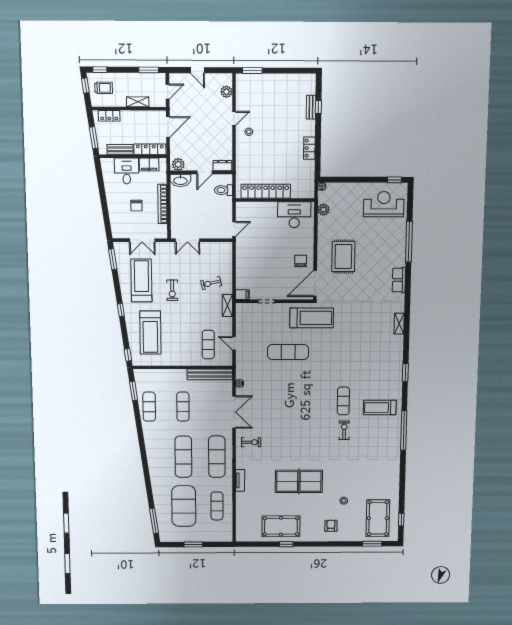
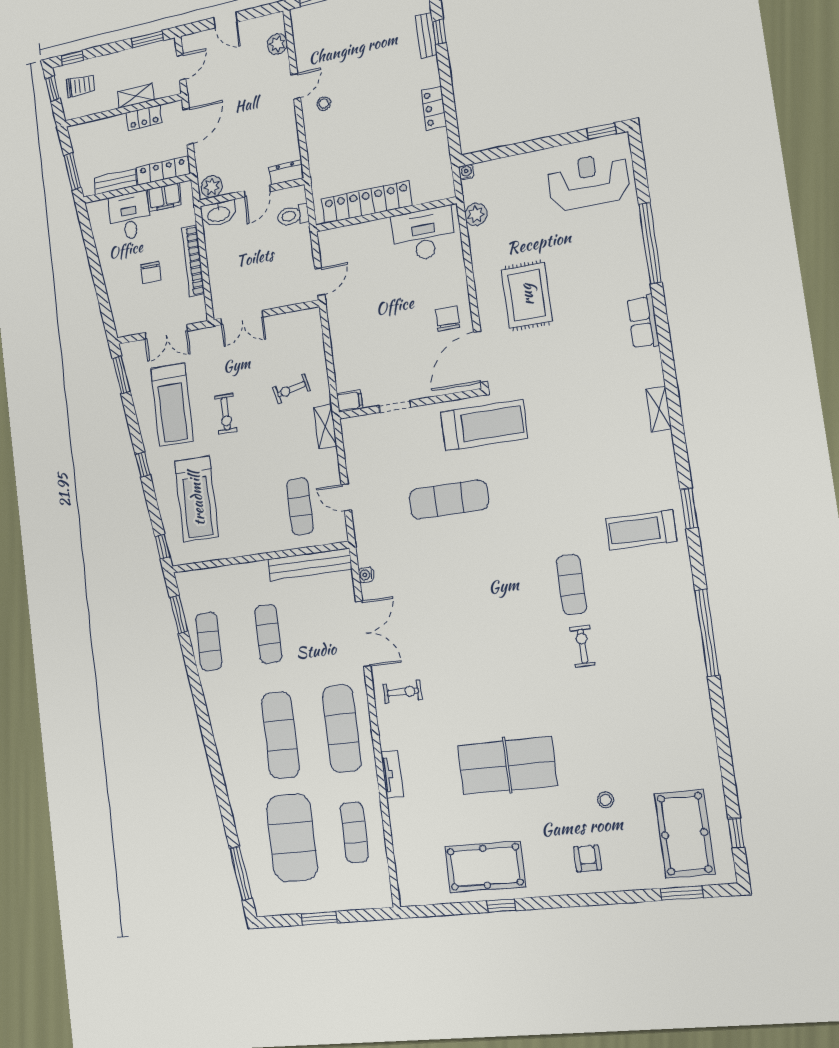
locker: (109, 116) -> (144, 118), moved
treadmill: (141, 280) -> (172, 405), turned 180
treadmill: (380, 408) -> (641, 530), moved

